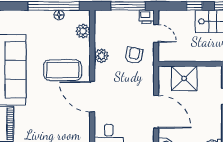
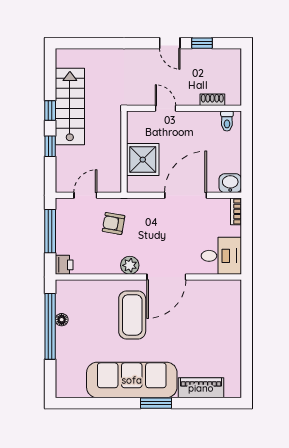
printer: (147, 17) -> (64, 265), moved
plant: (83, 31) -> (82, 289), removed
plant: (101, 56) -> (130, 265), moved

